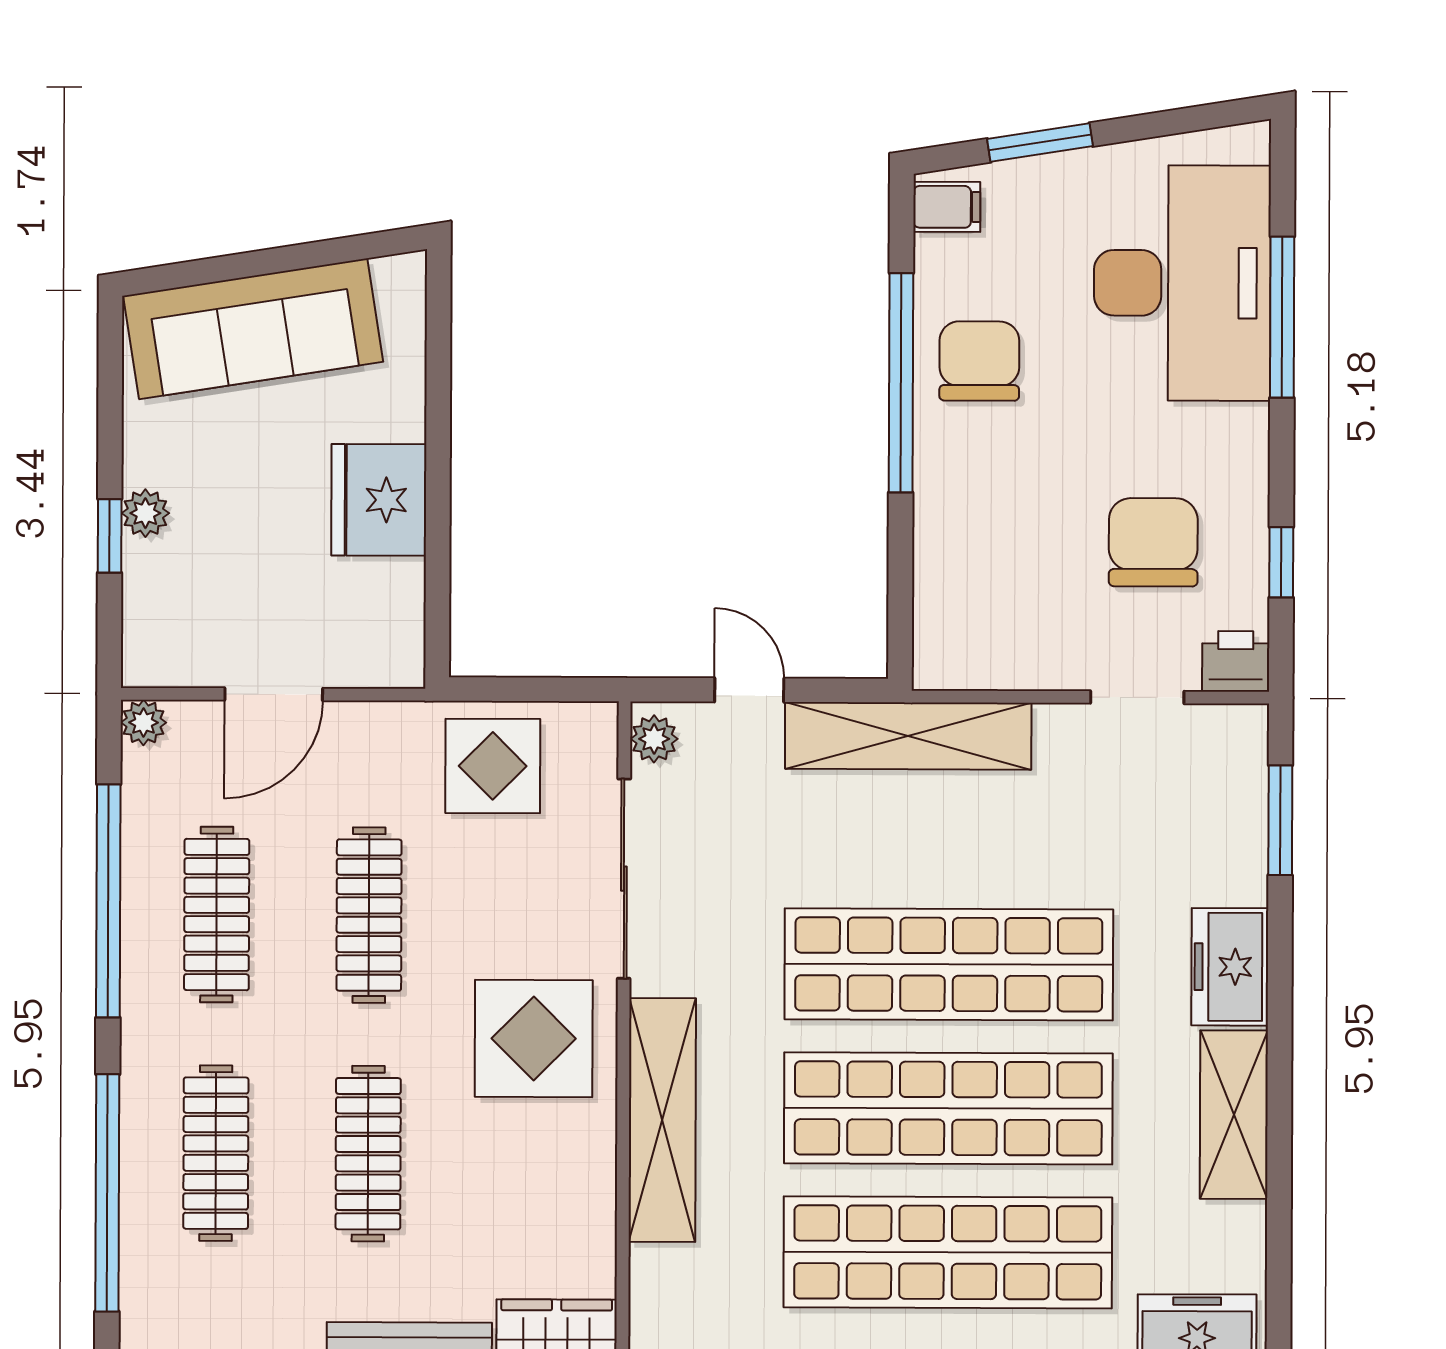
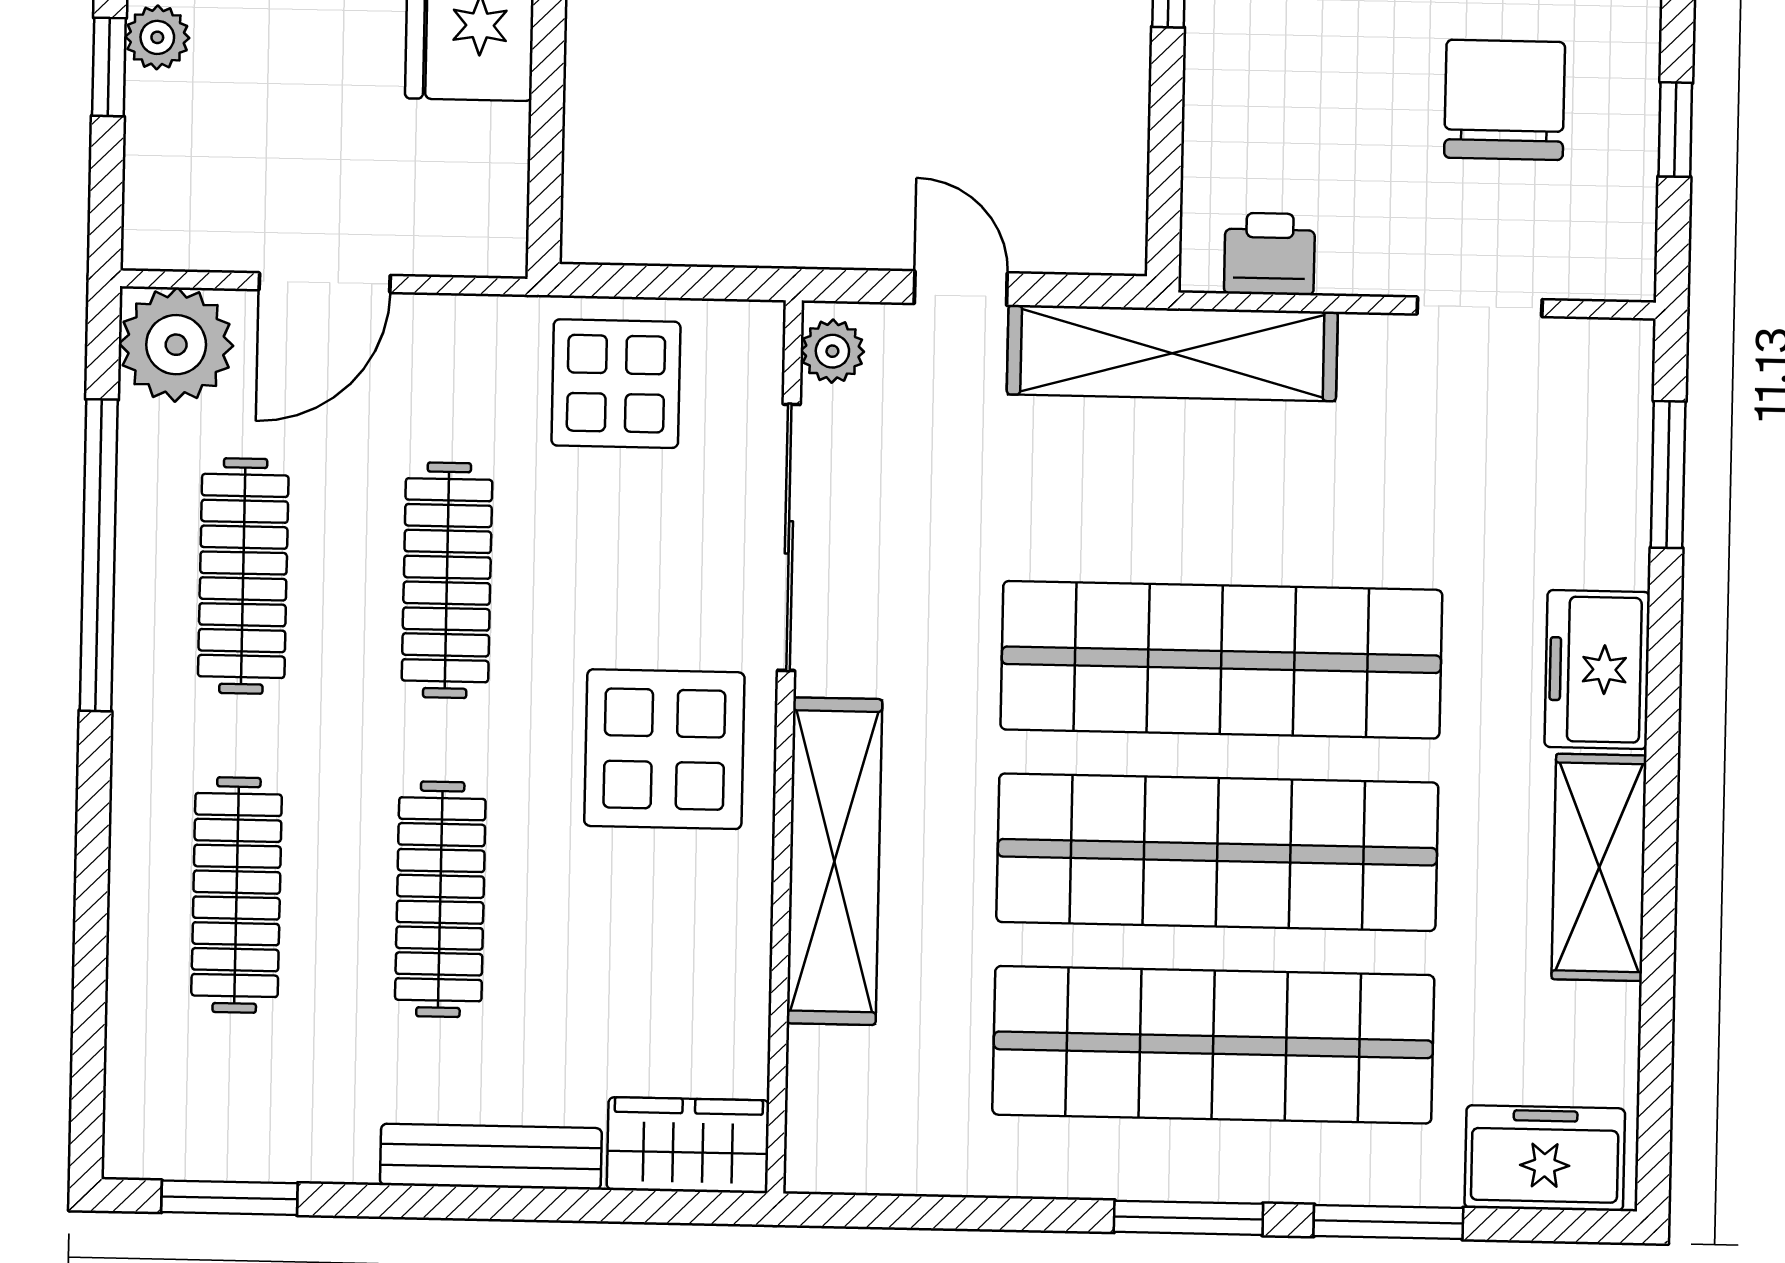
printer: (1236, 661) -> (1269, 254), moved
plant: (144, 722) -> (176, 345), width x1.87, depth x1.87
window: (107, 1193) -> (91, 946), removed

